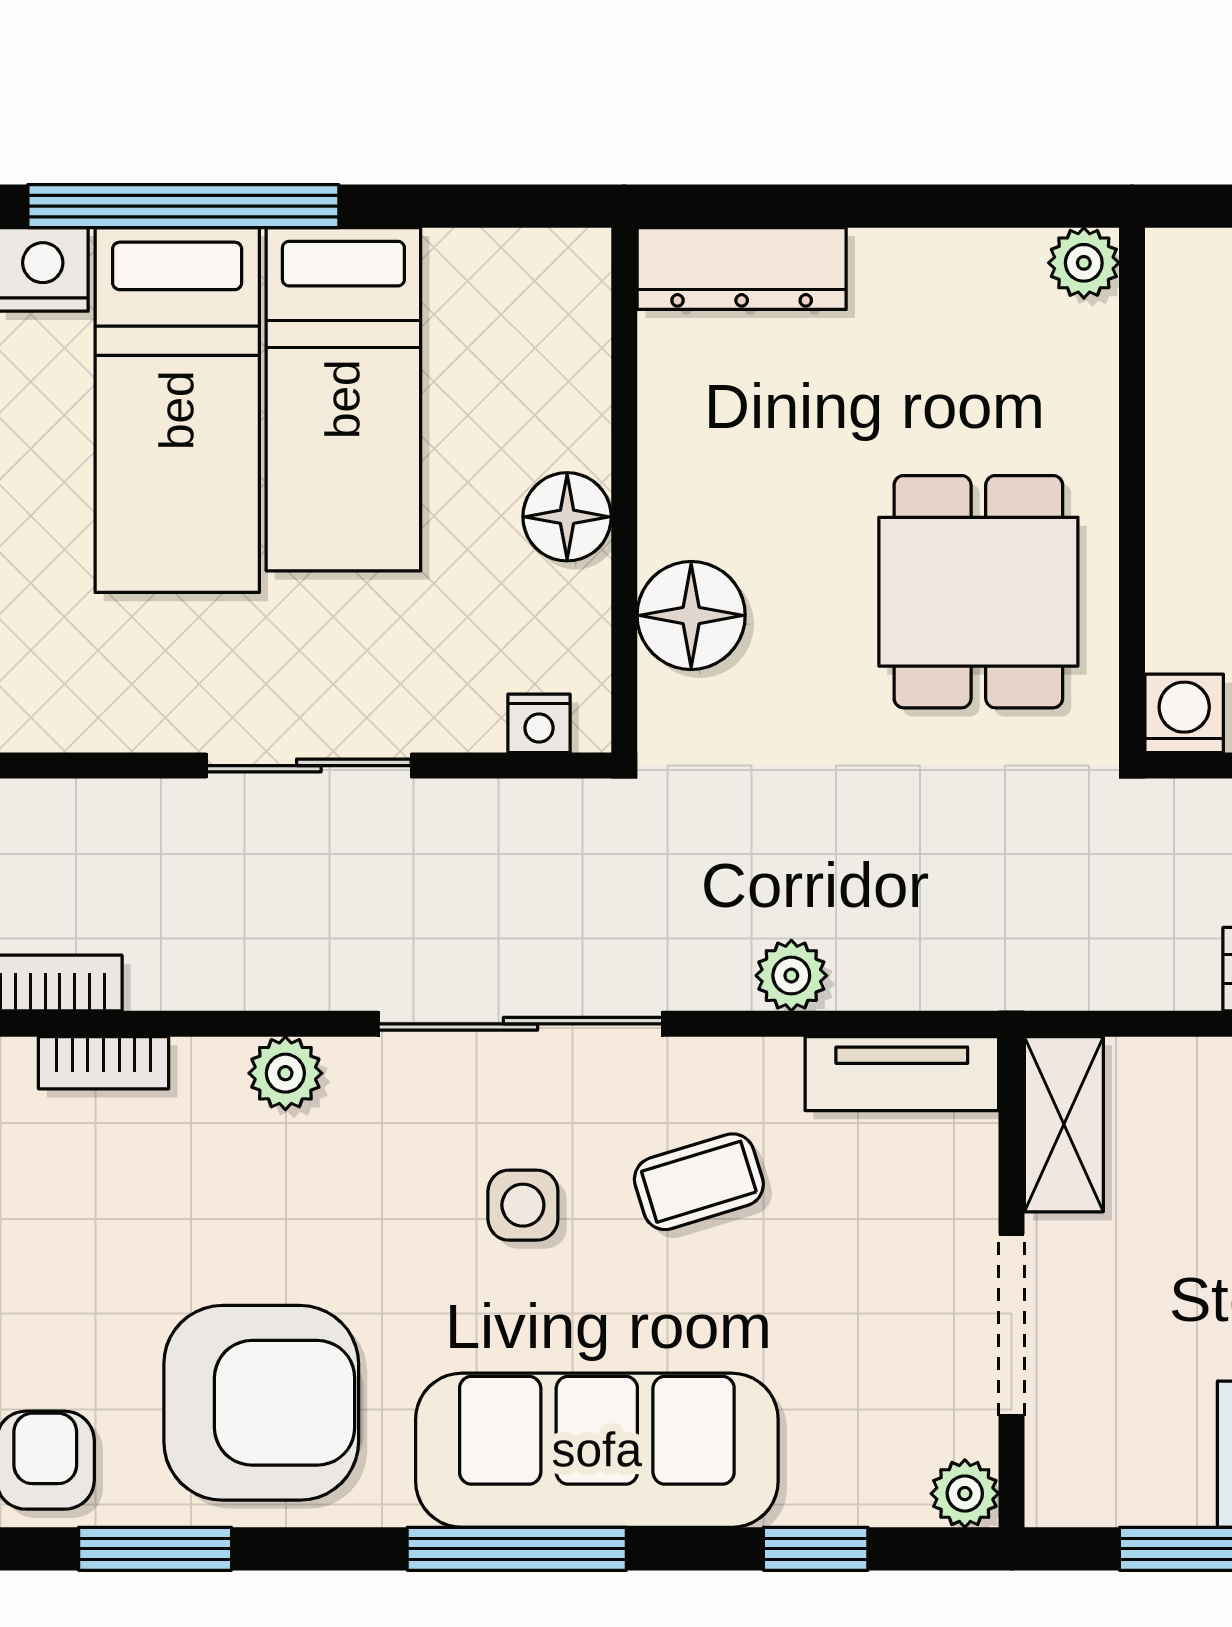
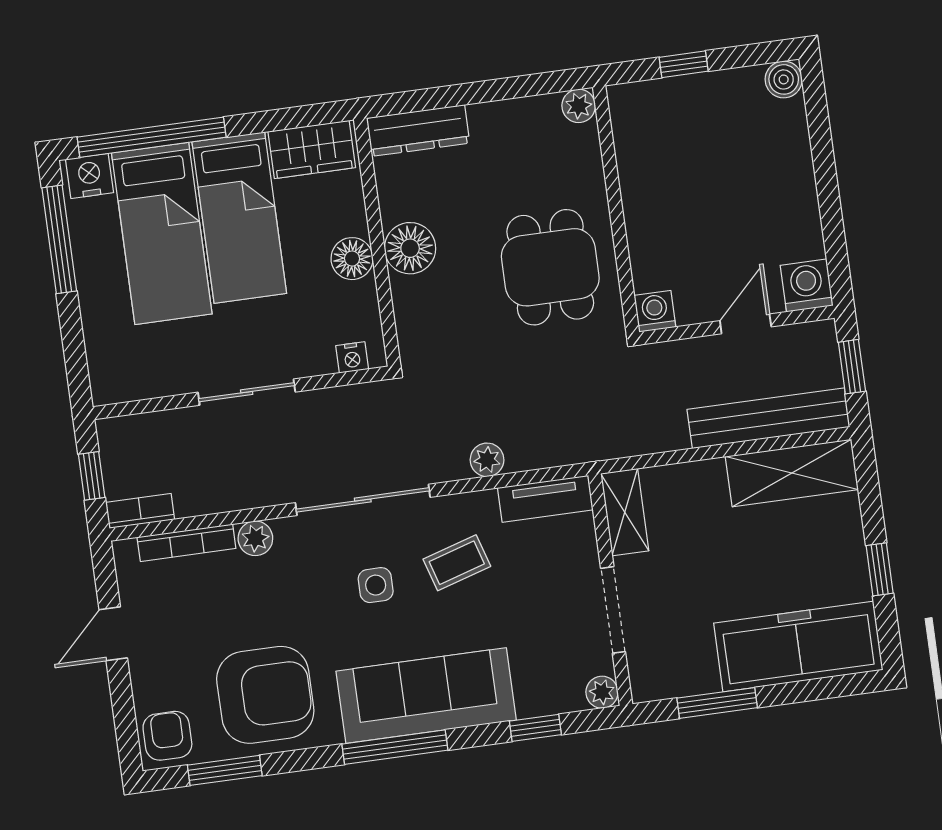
wardrobe: (514, 278) -> (312, 150), added
floor lamp: (691, 615) -> (410, 248), moved
bookcase: (104, 1063) -> (186, 543), width x1.56

